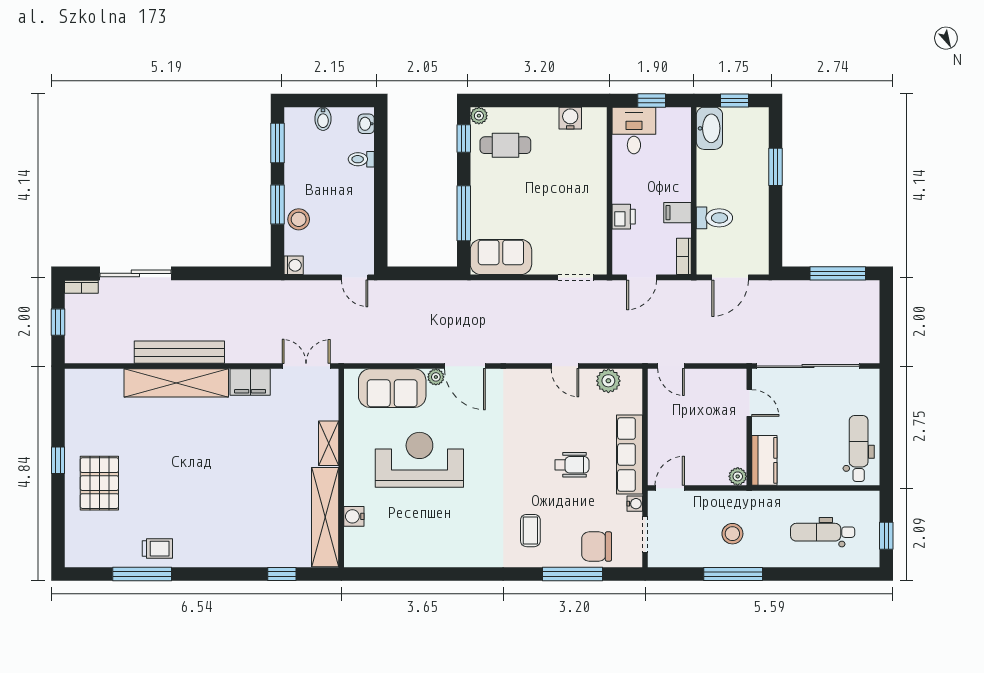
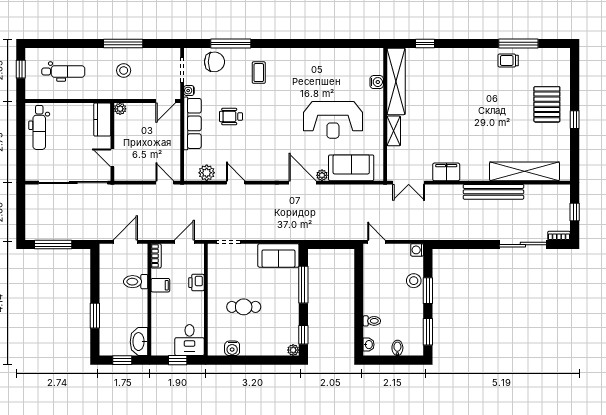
cafe table: (505, 145) -> (244, 307), moved
shelving: (176, 383) -> (525, 171), moved

